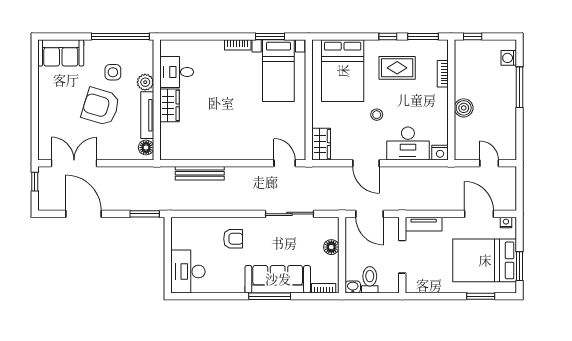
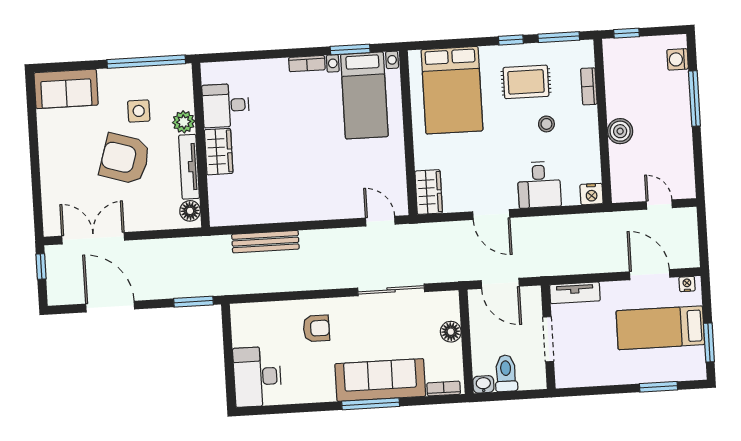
stool: (377, 115) -> (546, 124), moved
desk: (408, 143) -> (539, 185), width x0.73
bed: (485, 260) -> (660, 328), width x0.67

